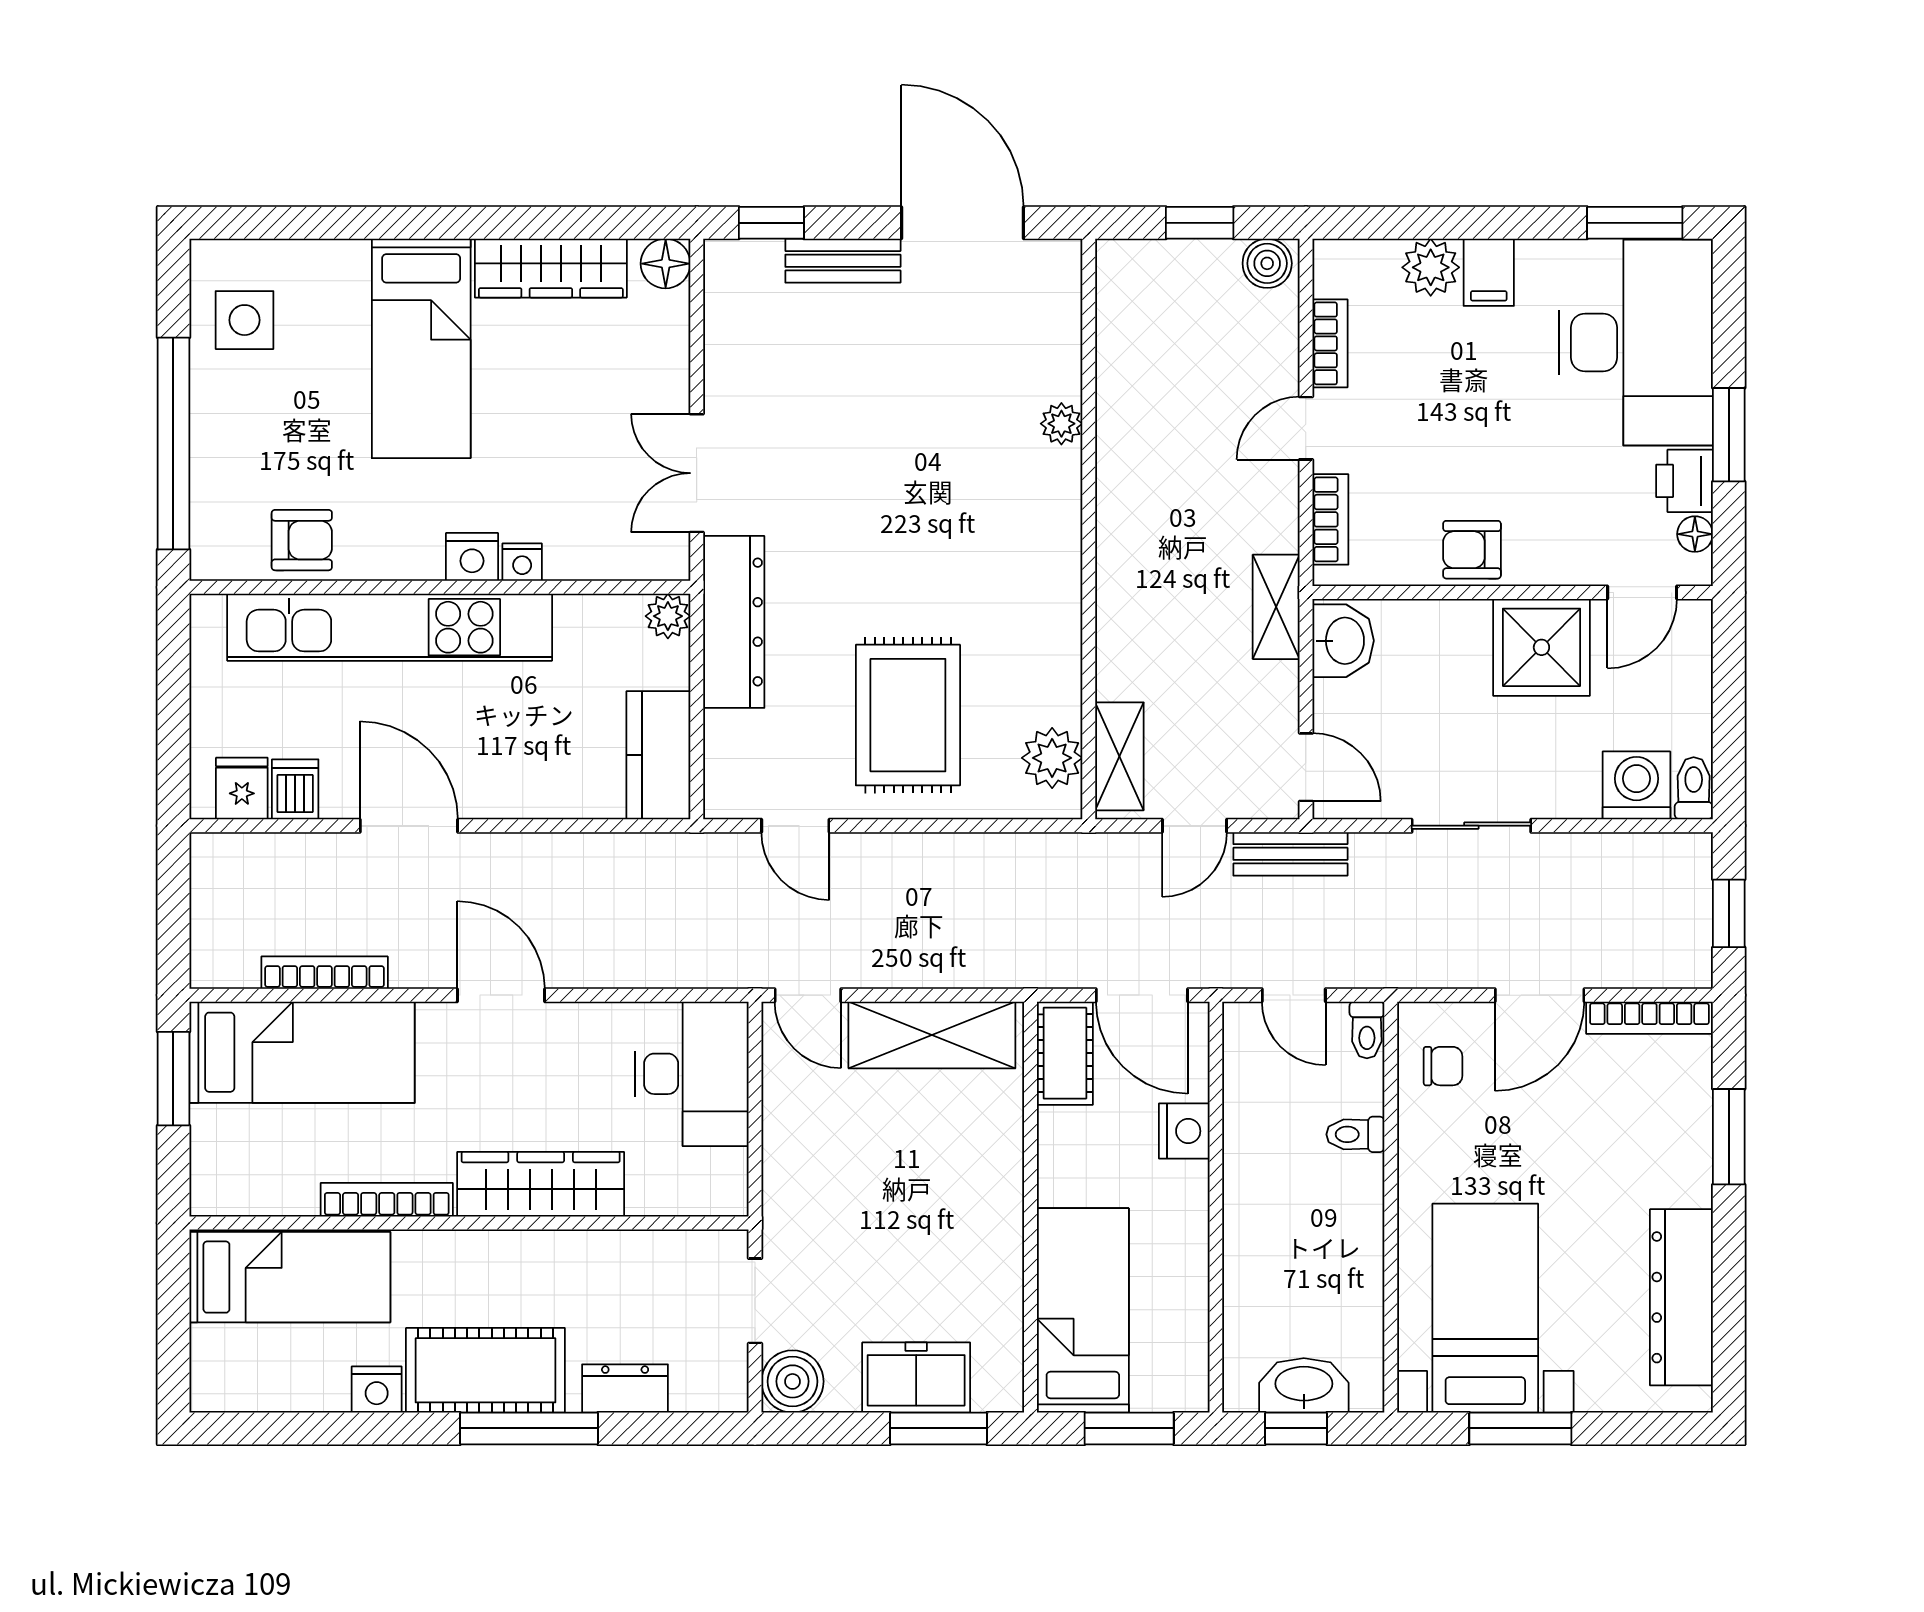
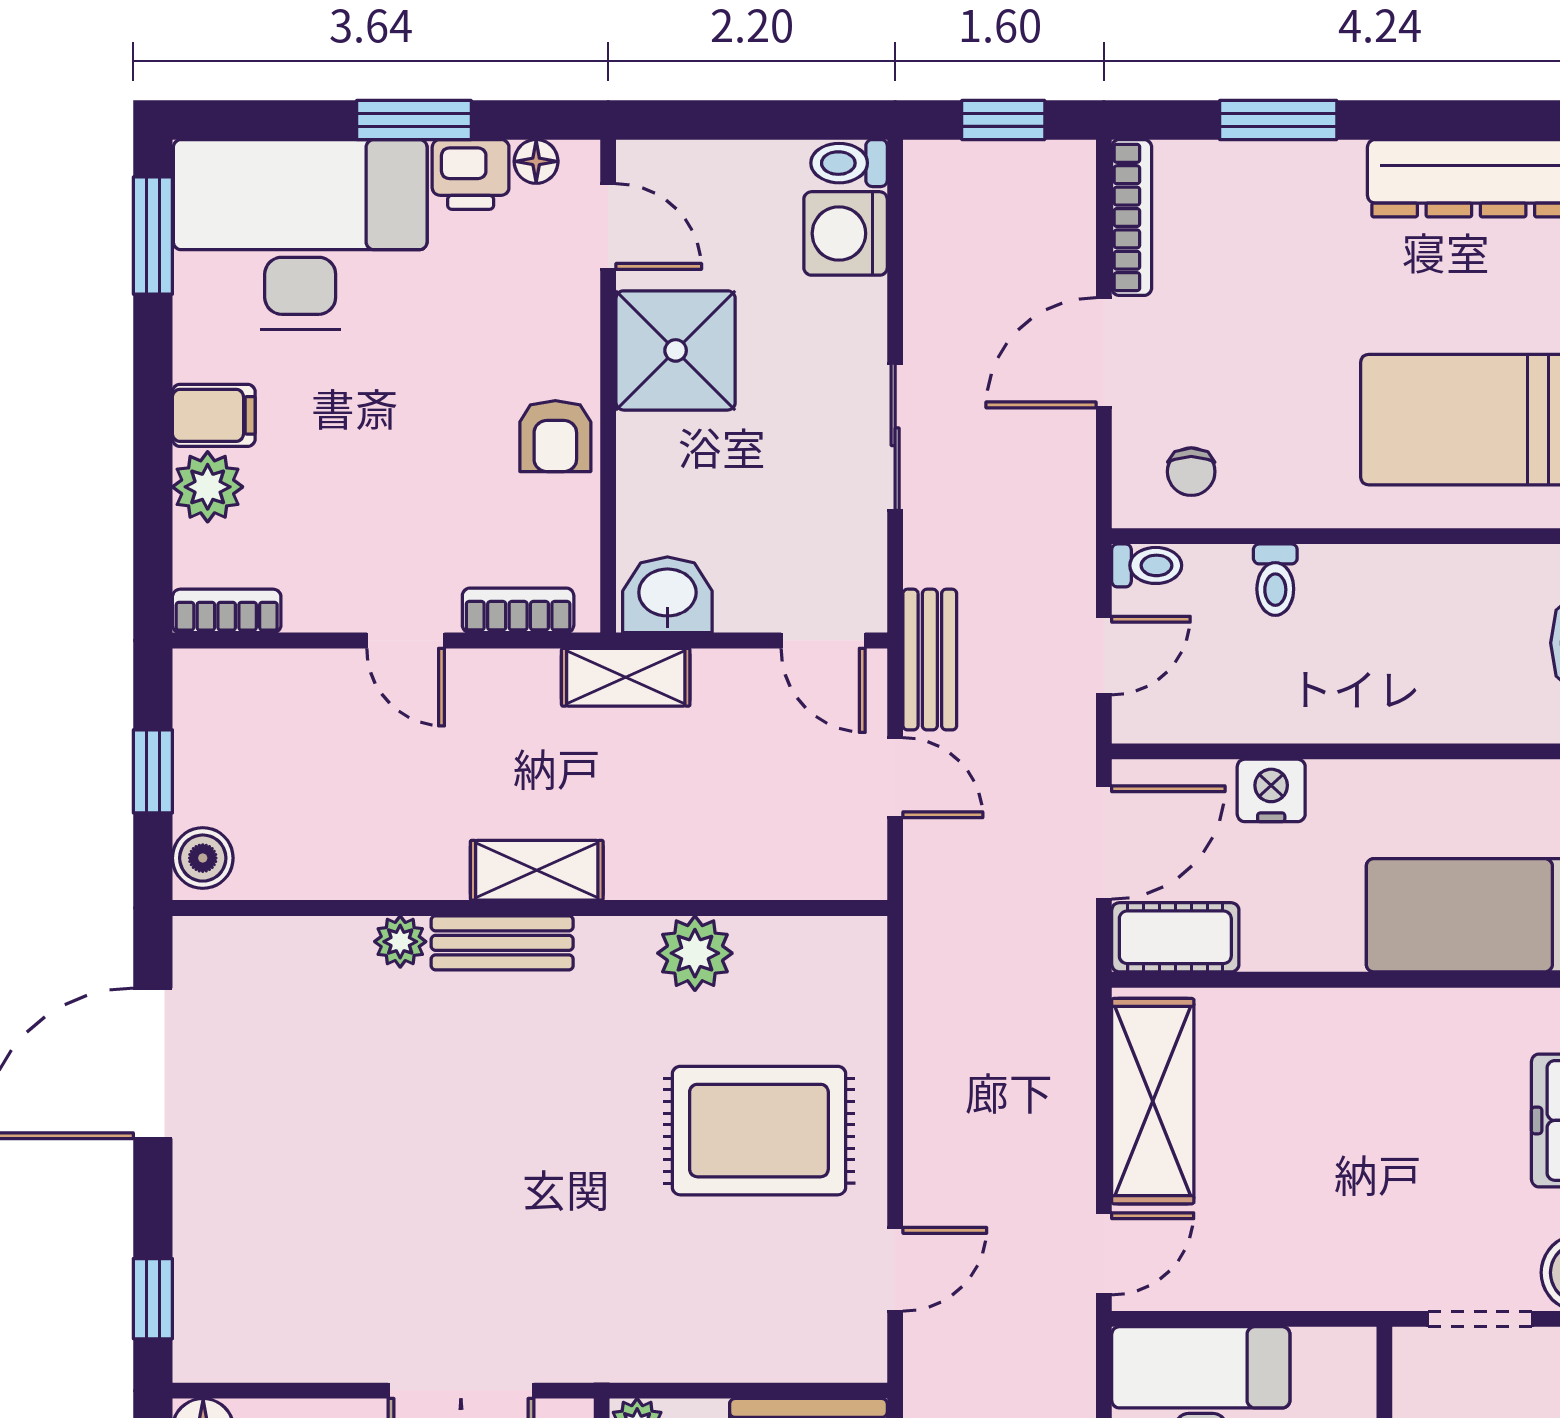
bench: (843, 261) -> (502, 943), moved, turned 90
boiler: (1267, 263) -> (203, 858), moved
bookcase: (1330, 343) -> (227, 611), moved
dresser: (734, 622) -> (644, 1345), removed
shelving: (1119, 756) -> (537, 870), moved
plant: (1052, 758) -> (695, 953), moved
door: (1306, 767) -> (823, 640), swing flipped
door: (1540, 995) -> (1104, 353), swing flipped
chair: (1443, 1066) -> (1191, 472), turned 180

